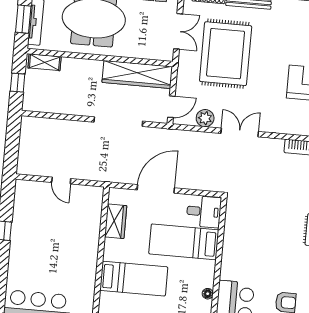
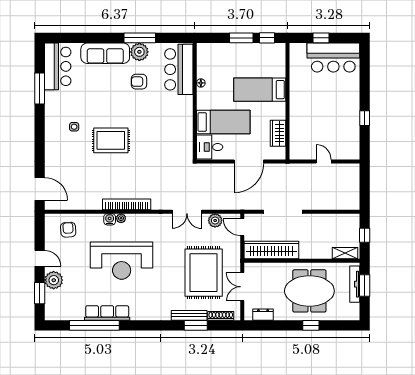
door: (171, 107) -> (242, 227), hinge flipped

